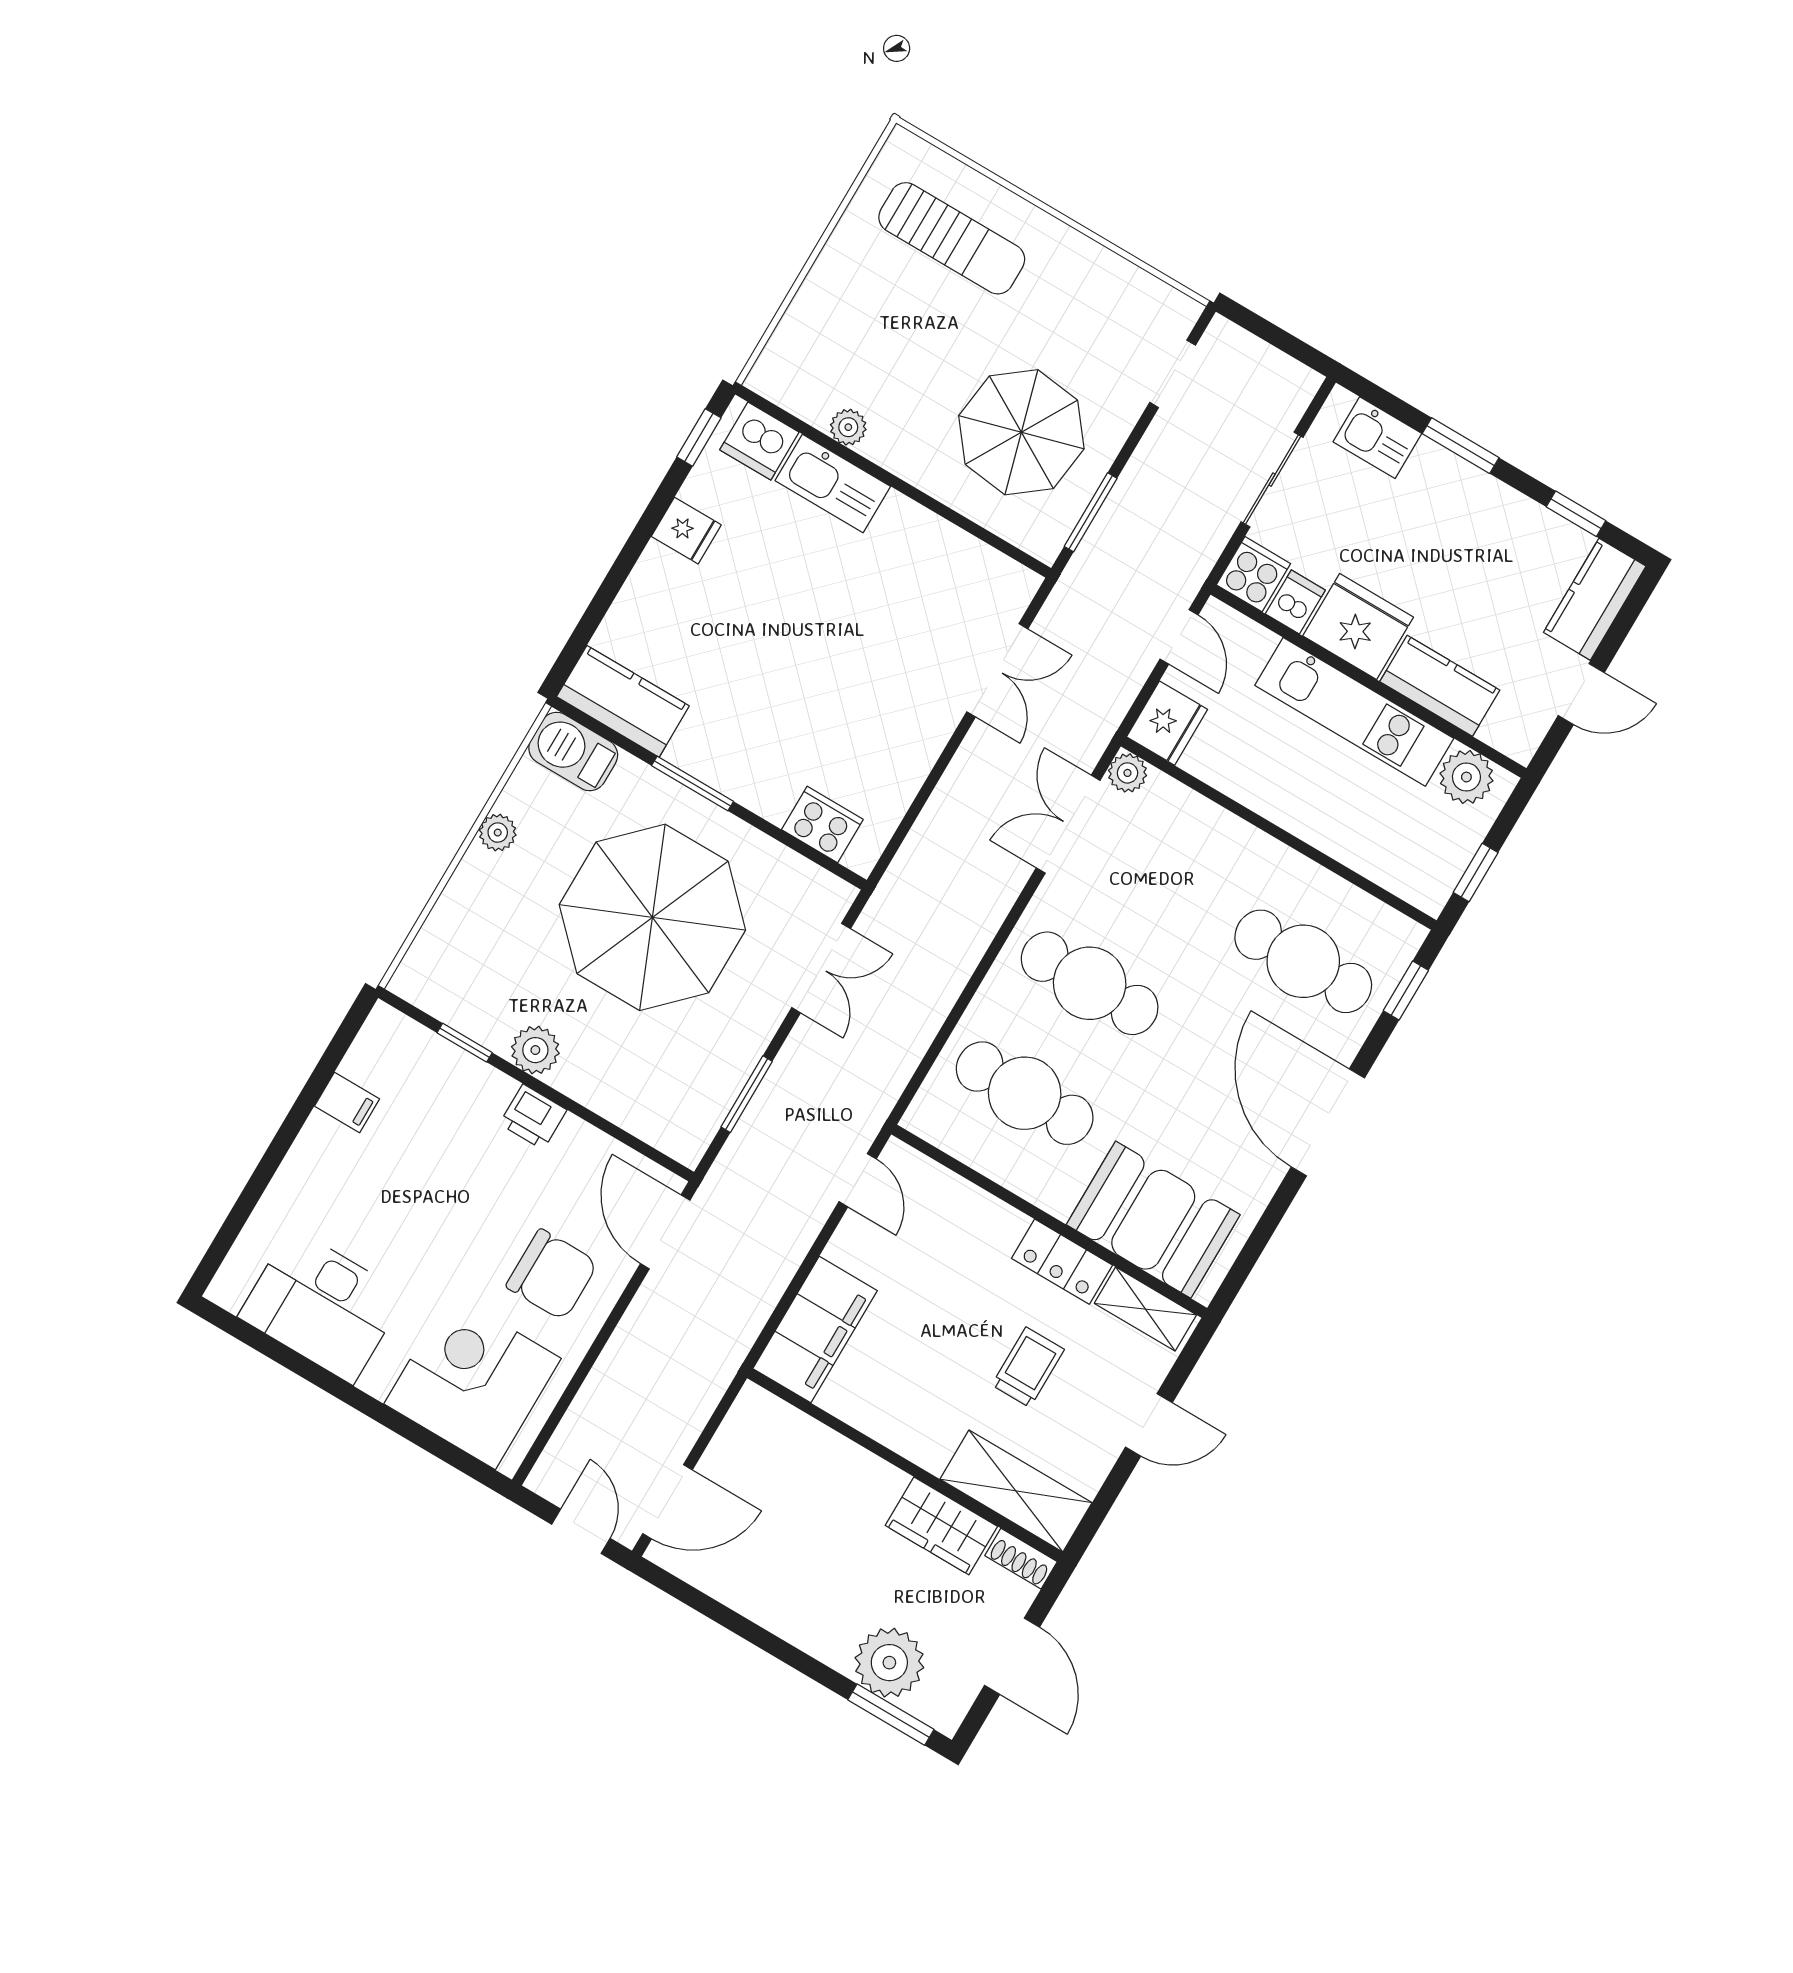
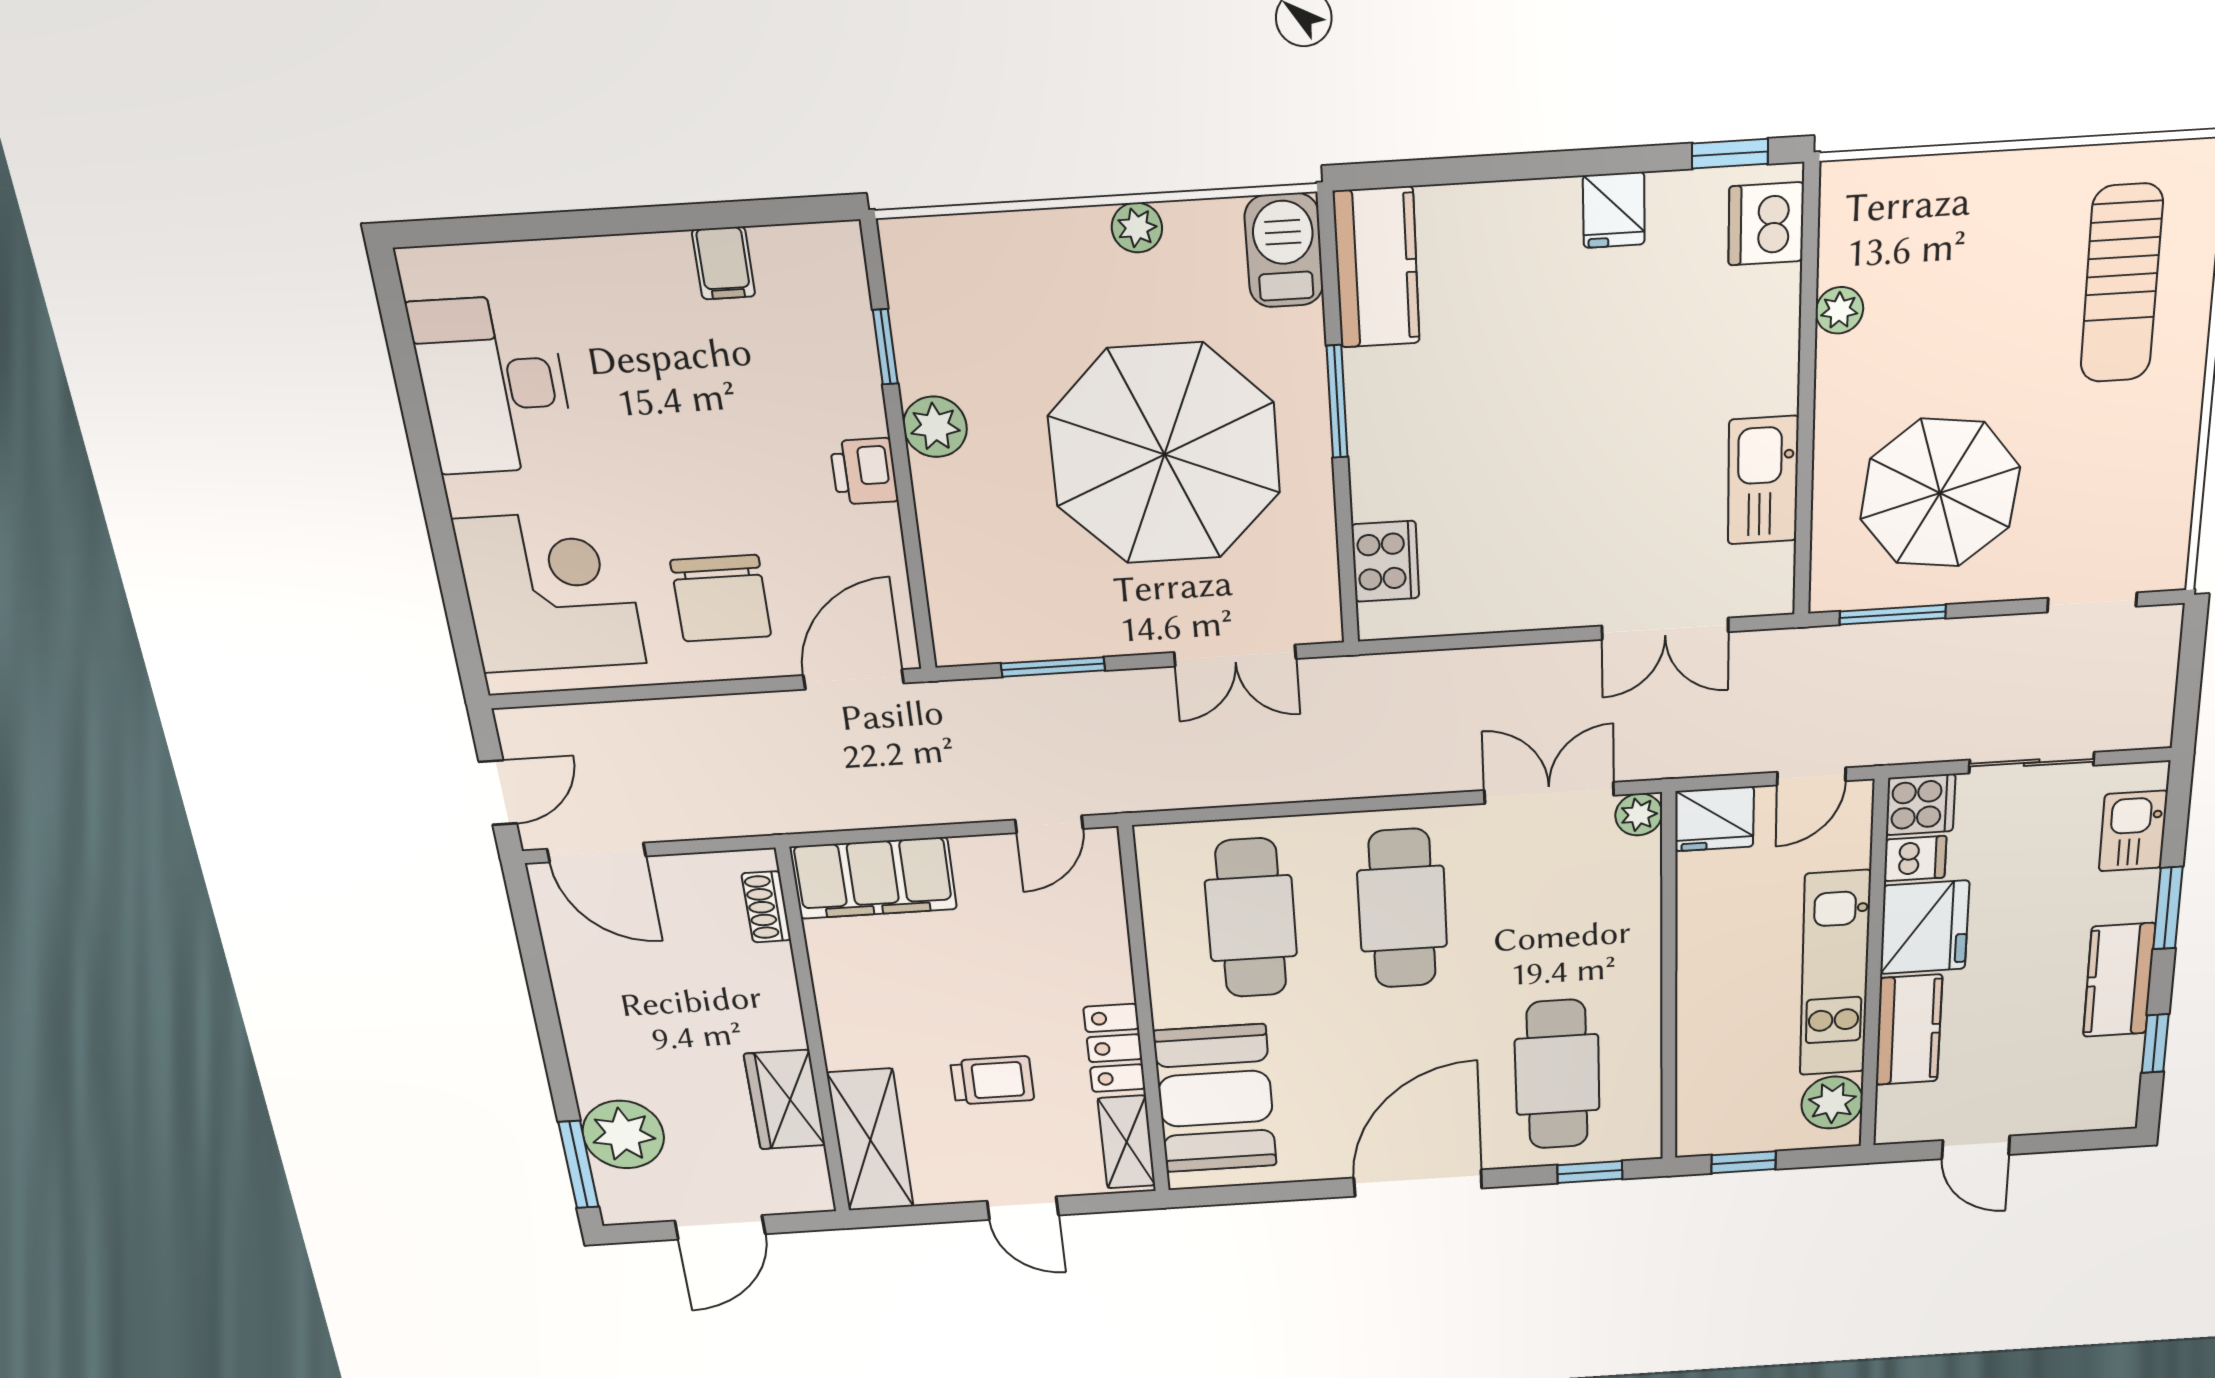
kitchen sink: (833, 483) -> (1763, 480), moved
kitchen counter: (1595, 599) -> (2119, 980), moved, turned -90
shoe rack: (1021, 1559) -> (766, 907), moved

